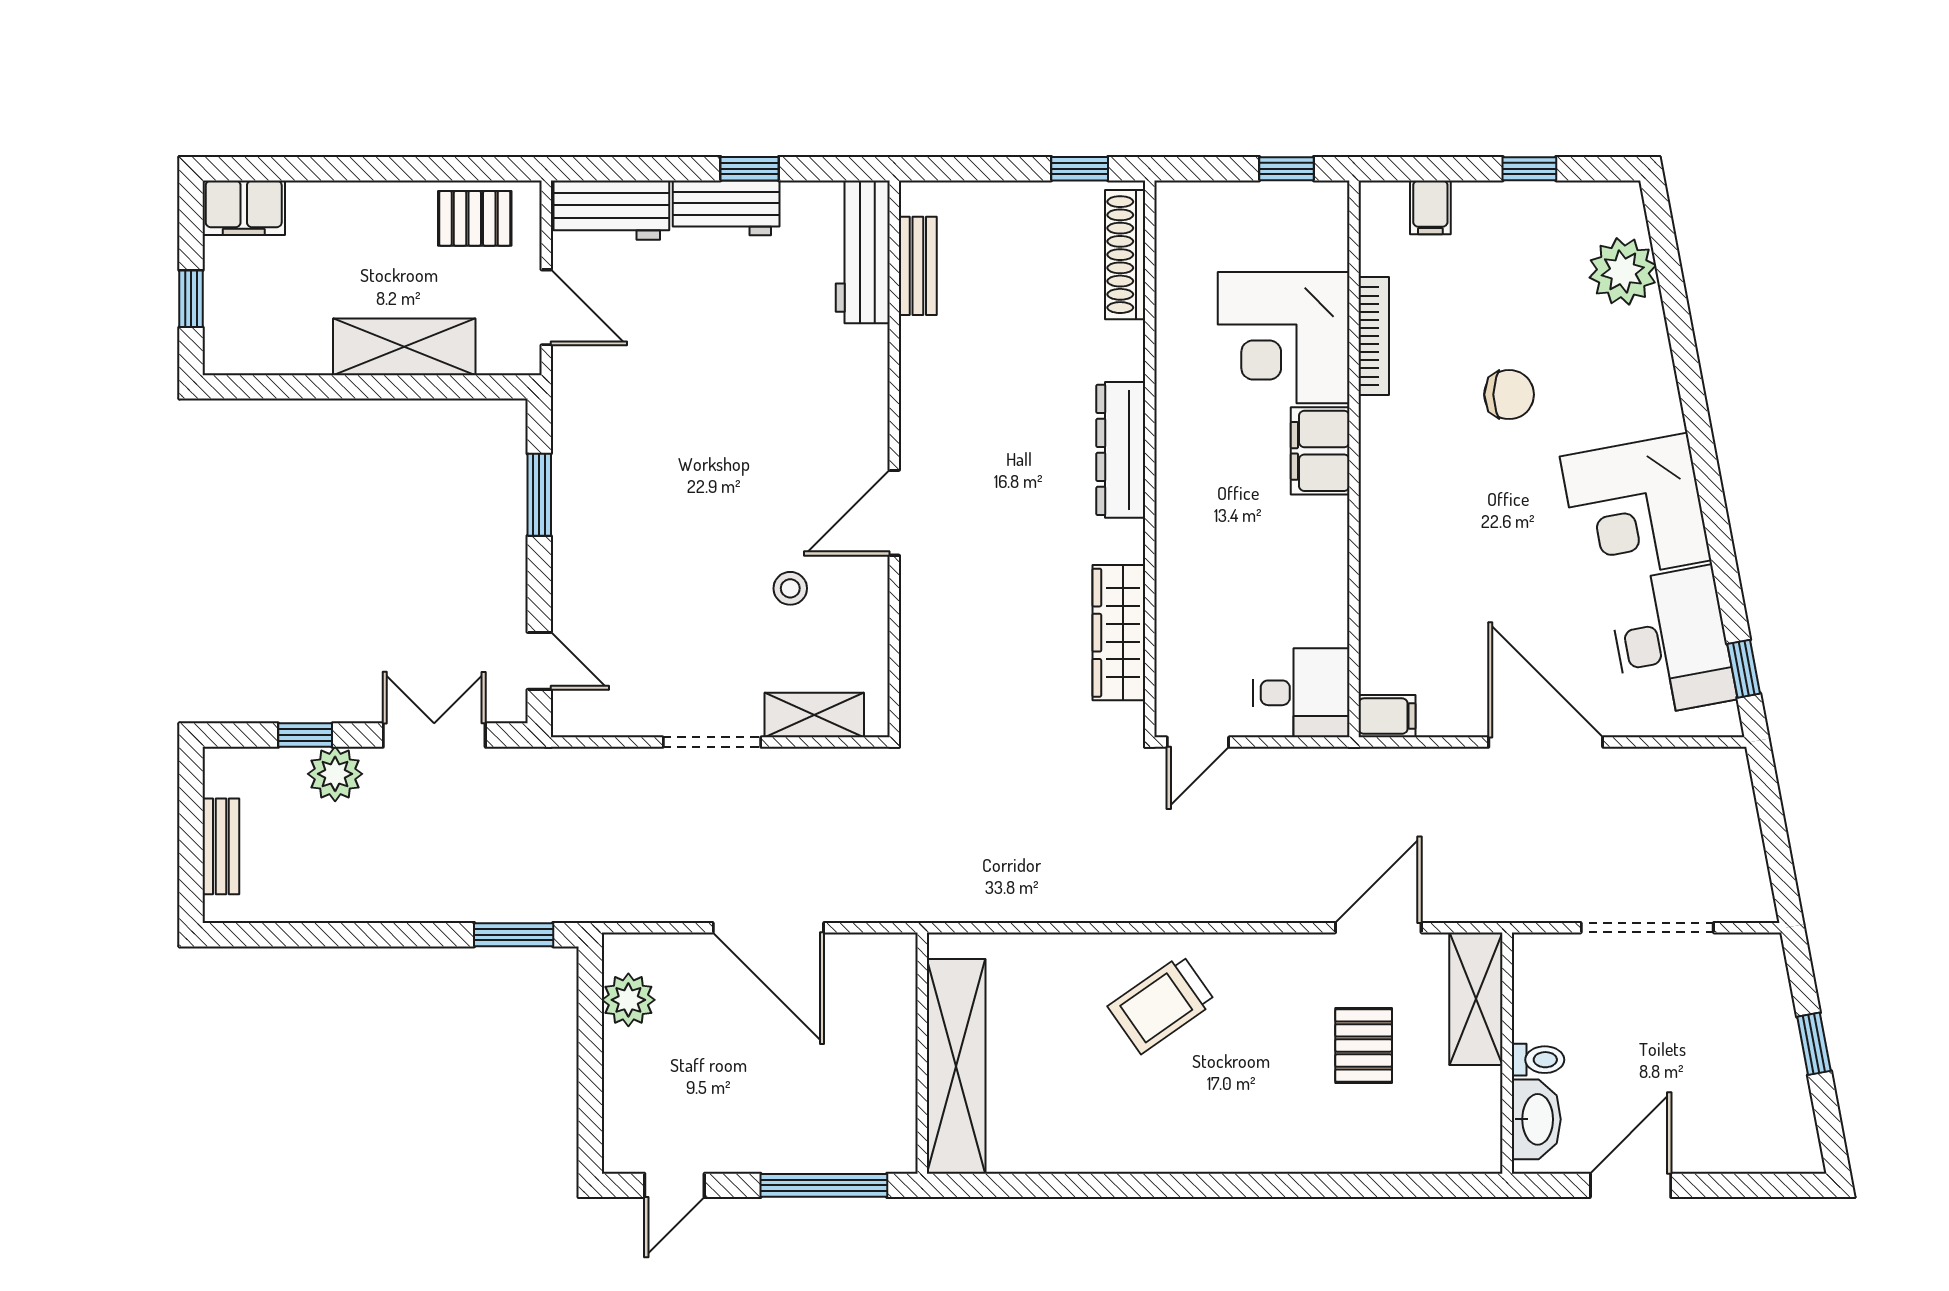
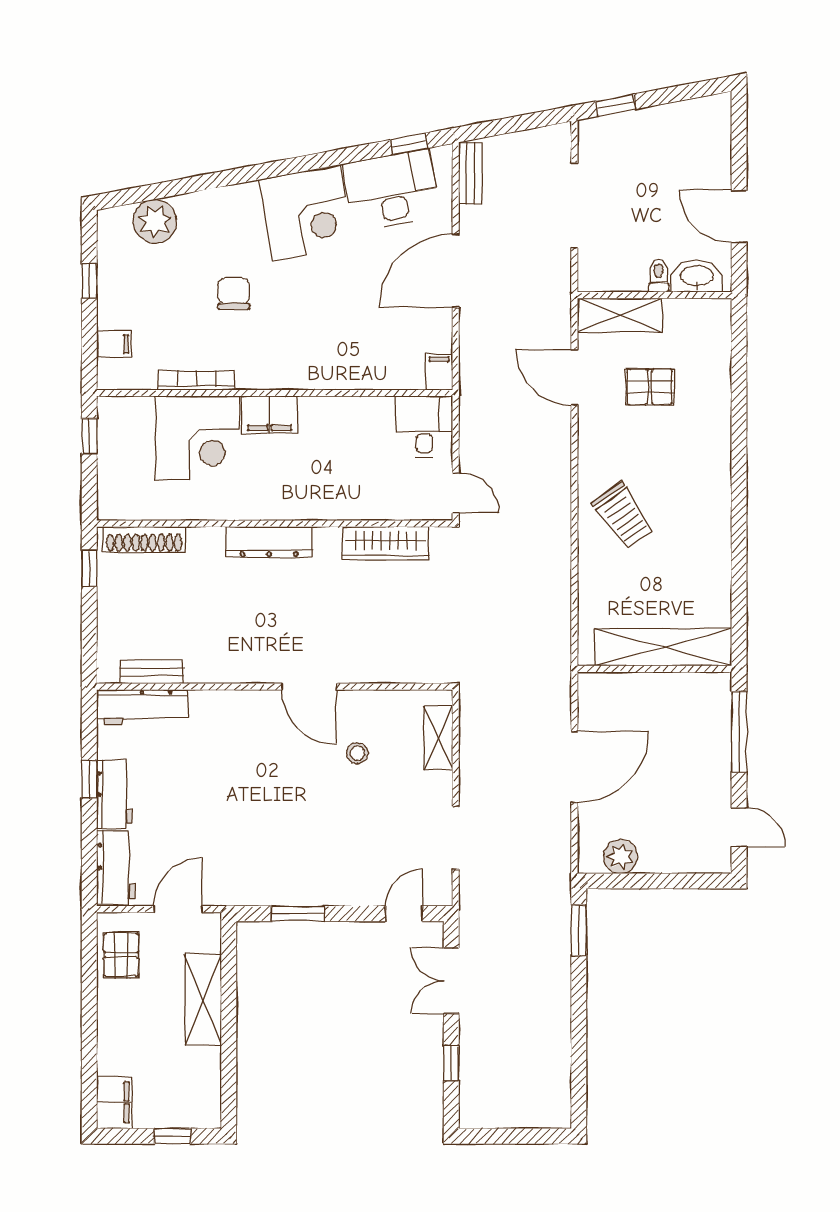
doorway: (712, 742) -> (456, 838), moved
plant: (335, 774) -> (476, 1044), removed
bench: (221, 846) -> (470, 173), moved, turned 90
window: (1814, 1044) -> (616, 105), moved

